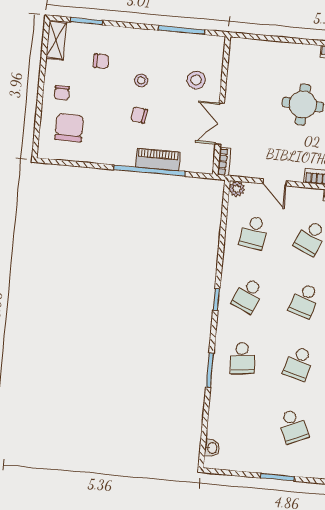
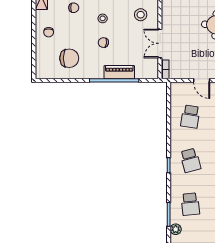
chair: (69, 128) -> (69, 58), moved, turned 90
plant: (237, 189) -> (176, 229), moved
school desk: (248, 295) -> (190, 160), turned -39

